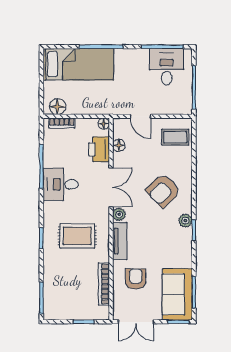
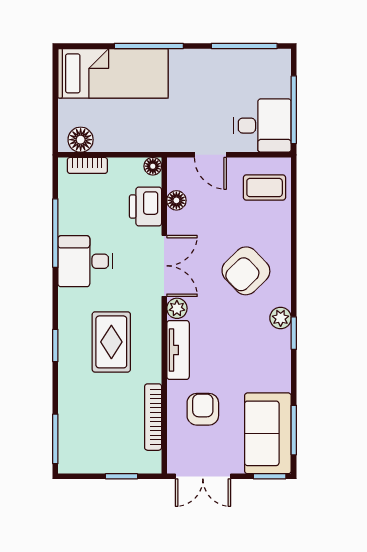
desk: (167, 67) -> (262, 126), moved, turned 90
rug: (77, 236) -> (111, 342), turned 90

